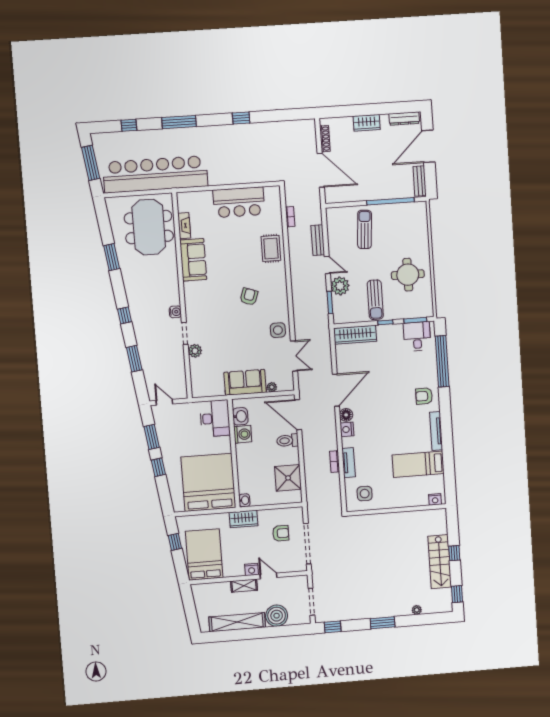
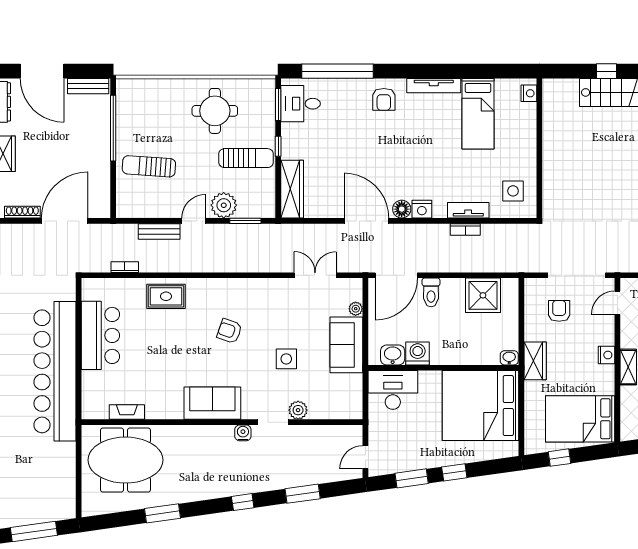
bar counter: (155, 174) -> (55, 371), moved
sofa: (193, 260) -> (212, 403), moved
side table: (278, 330) -> (286, 359), moved
door: (269, 576) -> (617, 303), moved

